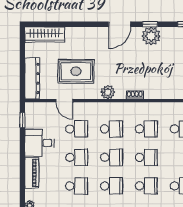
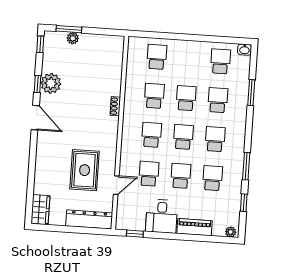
wardrobe: (45, 34) -> (40, 210), width x0.67
plant: (108, 92) -> (110, 136), removed

